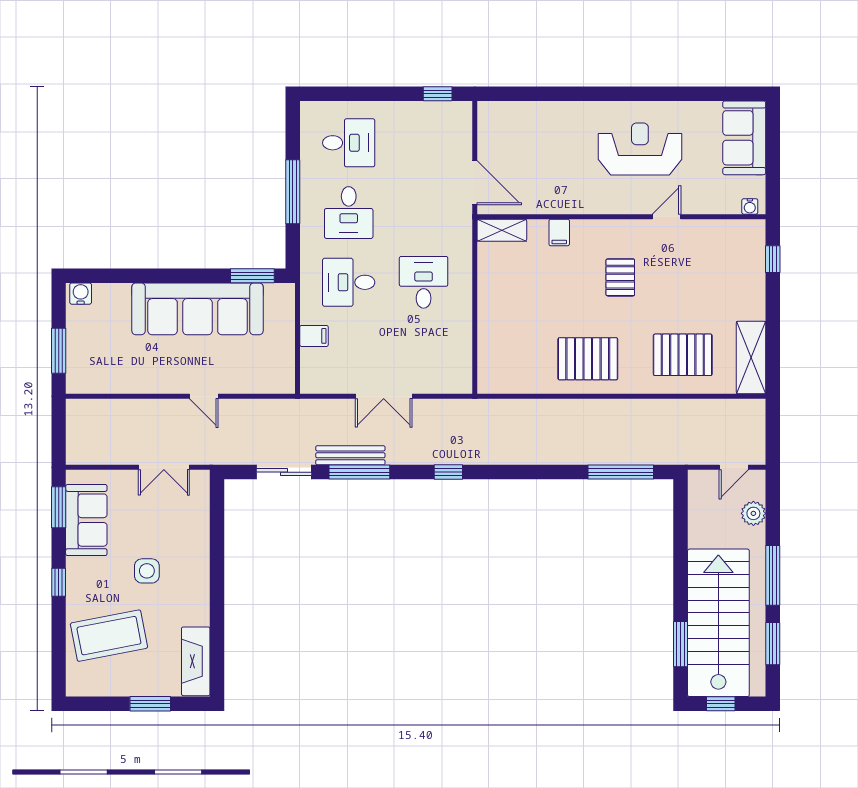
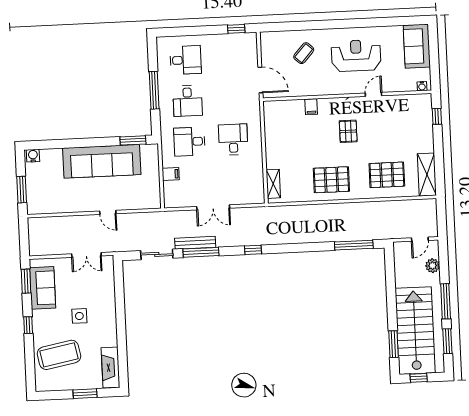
coffee table: (551, 141) -> (304, 53), added
shelving: (502, 230) -> (273, 184), moved, turned 90

